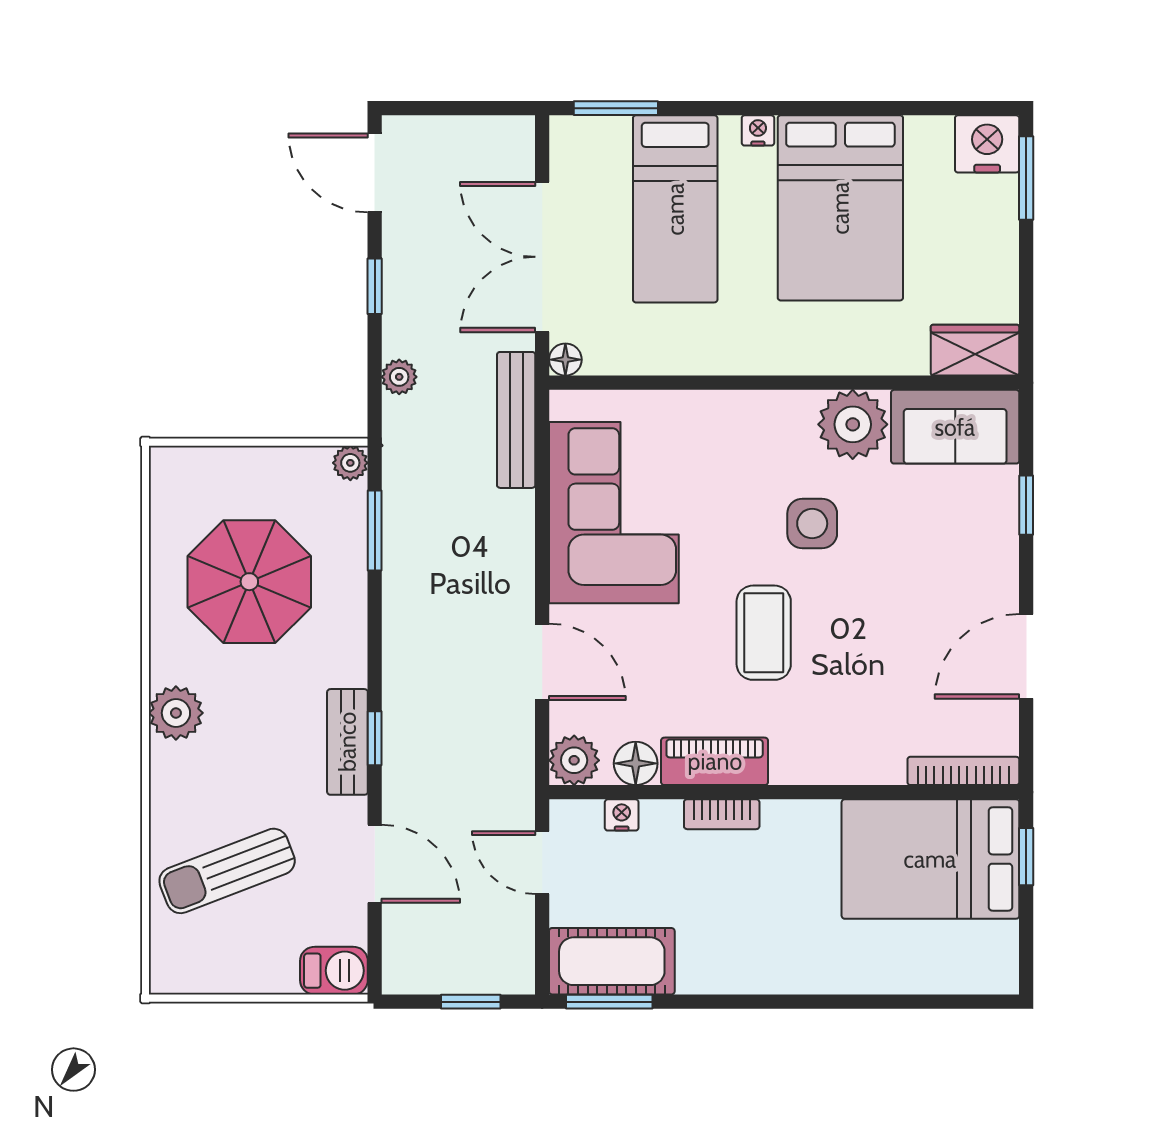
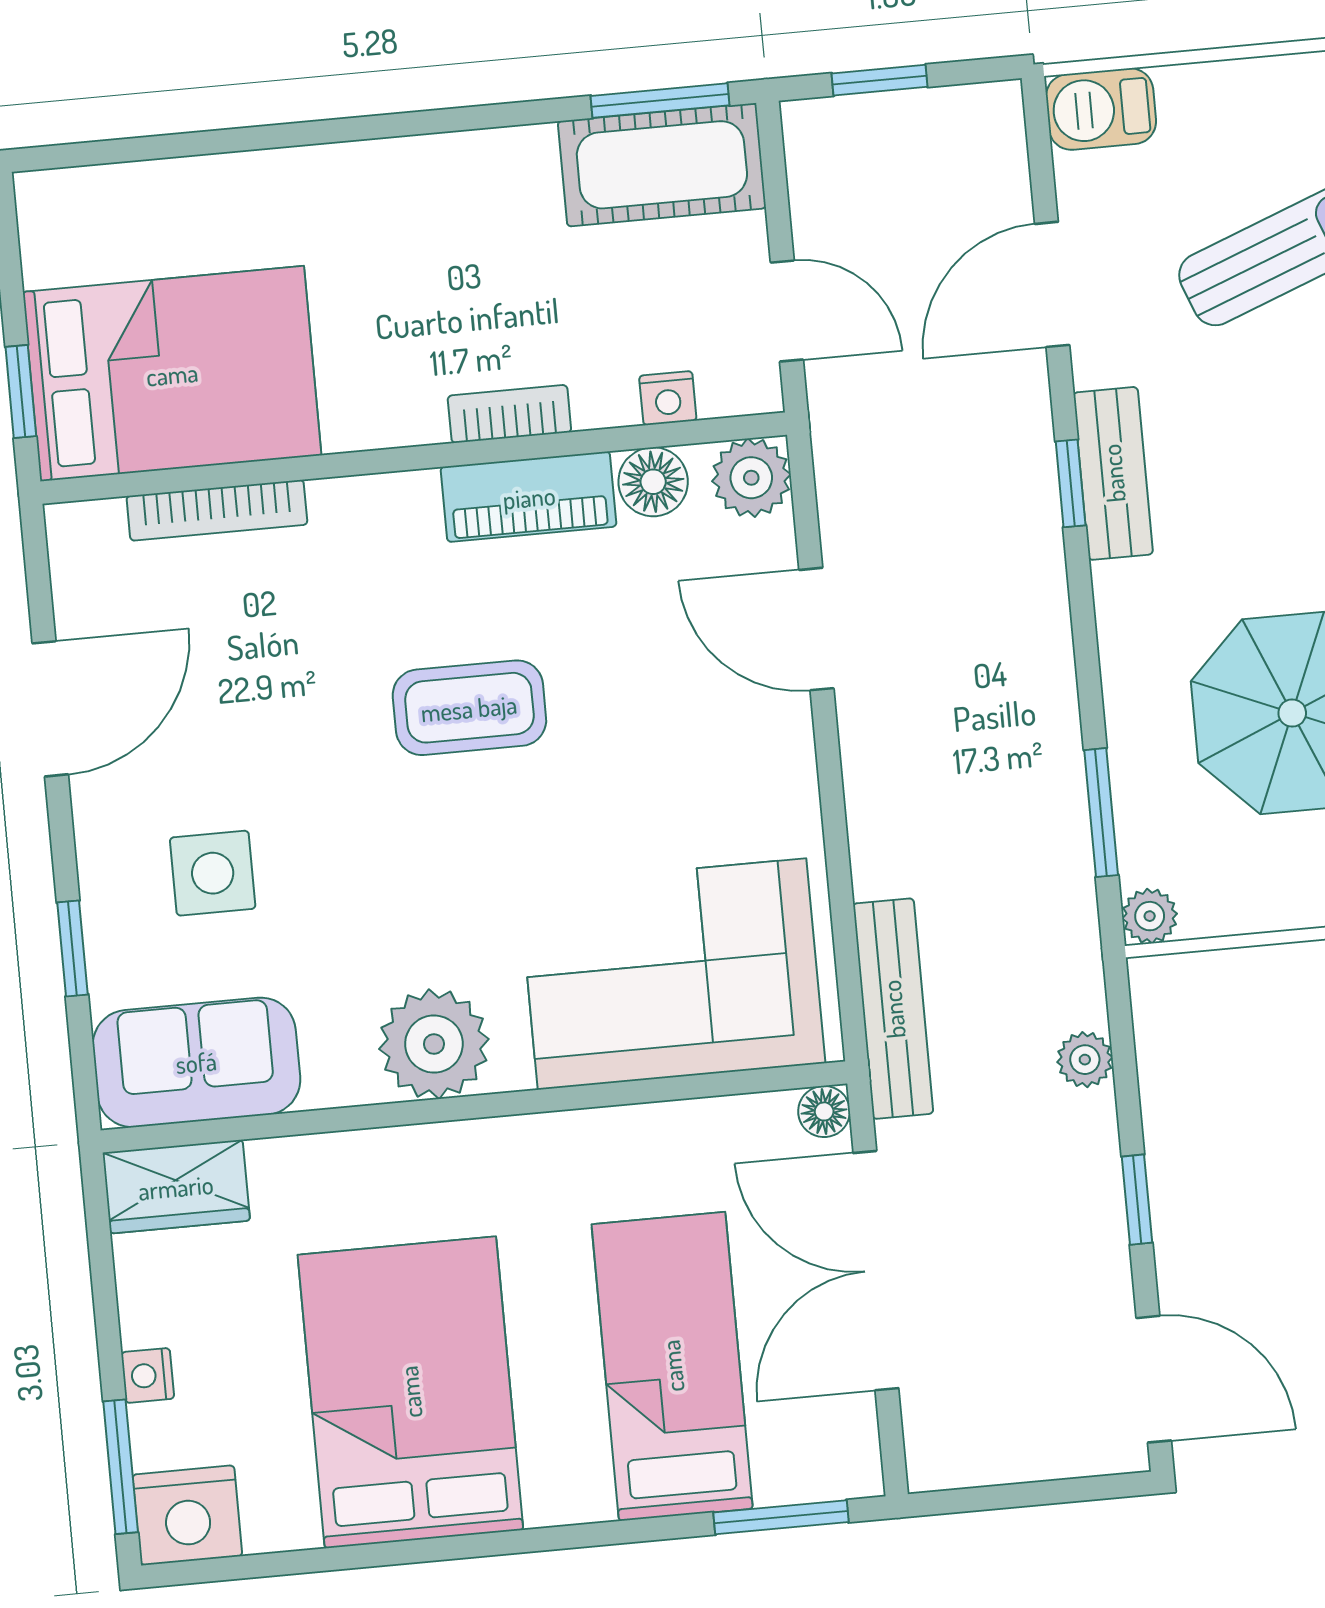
nightstand: (758, 130) -> (148, 1375), moved, turned 90
double door: (542, 257) -> (876, 1271), swing flipped
plant: (853, 424) -> (434, 1044), moved
corner sofa: (614, 513) -> (672, 974), moved, turned 90
side table: (812, 524) -> (213, 873), moved
coffee table: (764, 633) -> (469, 708), turned 90
bookcase: (963, 771) -> (217, 510), moved
door: (375, 864) -> (1052, 284), hinge flipped

